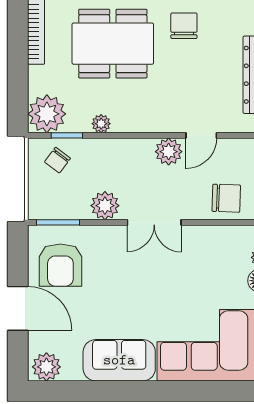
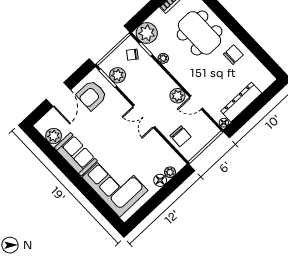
plant: (105, 206) -> (118, 75), moved
plant: (46, 367) -> (54, 136), moved

